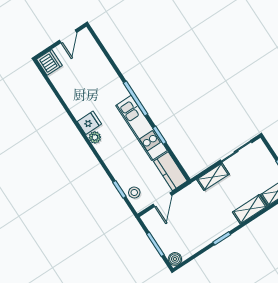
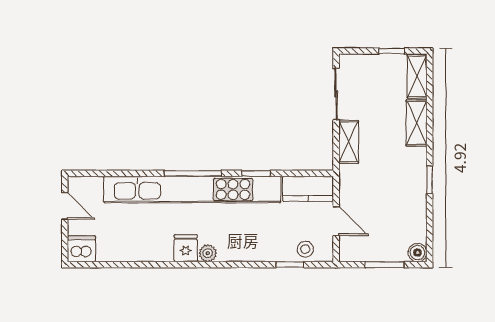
kitchen unit: (142, 128) -> (192, 189), width x1.86

